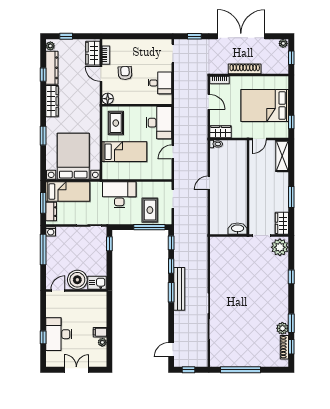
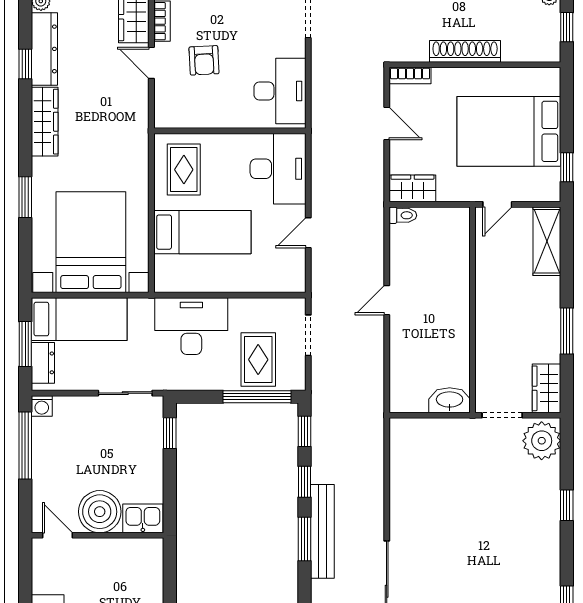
armchair: (125, 73) -> (204, 60), turned 180
desk: (160, 83) -> (280, 91), width x1.37
floor lamp: (108, 99) -> (166, 116), removed
door: (58, 291) -> (57, 535), hinge flipped

